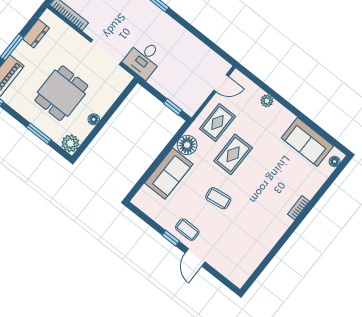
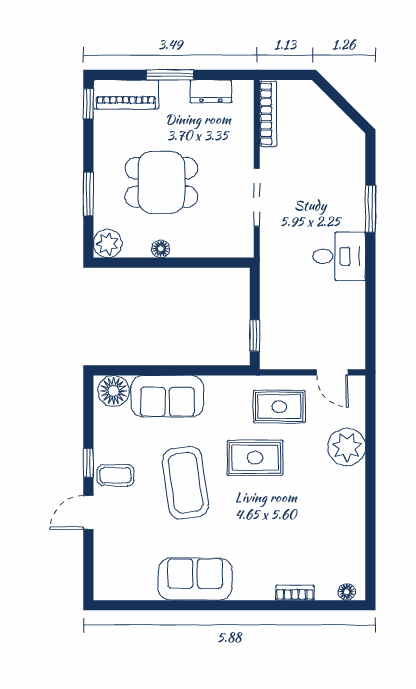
desk: (144, 59) -> (339, 256), moved, turned 180
plant: (267, 101) -> (347, 447), width x1.87, depth x1.87
sofa: (307, 142) -> (195, 579), moved, turned 90
floor lamp: (187, 145) -> (114, 391), moved
coffee table: (218, 198) -> (185, 483), width x1.86, depth x1.72
bookcase: (298, 208) -> (295, 593), moved
coffee table: (187, 230) -> (115, 475), turned 90

